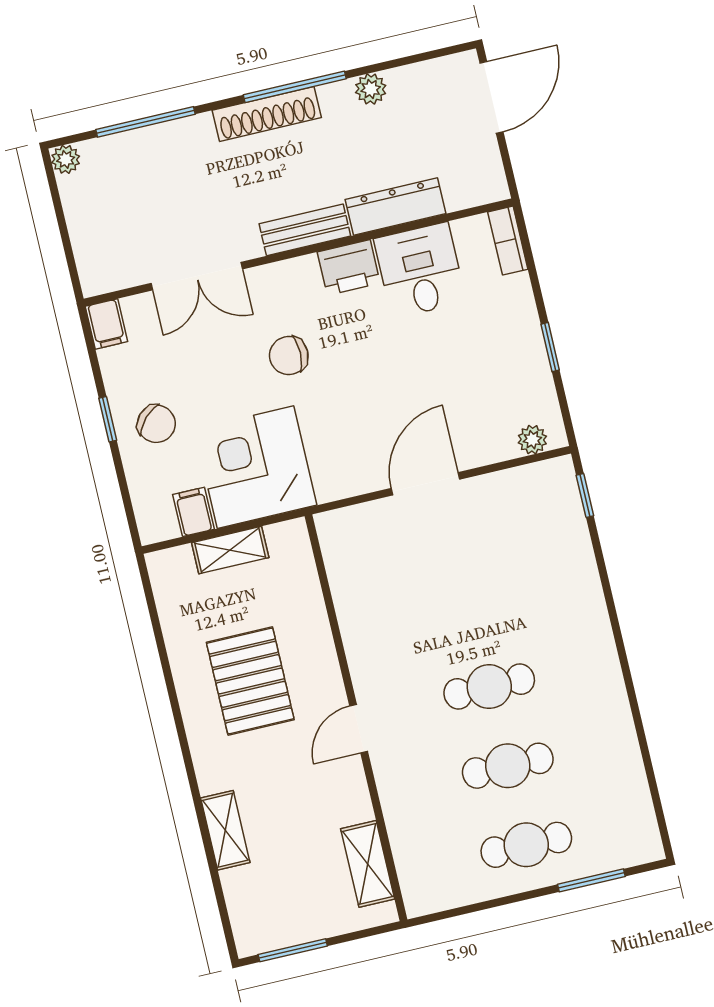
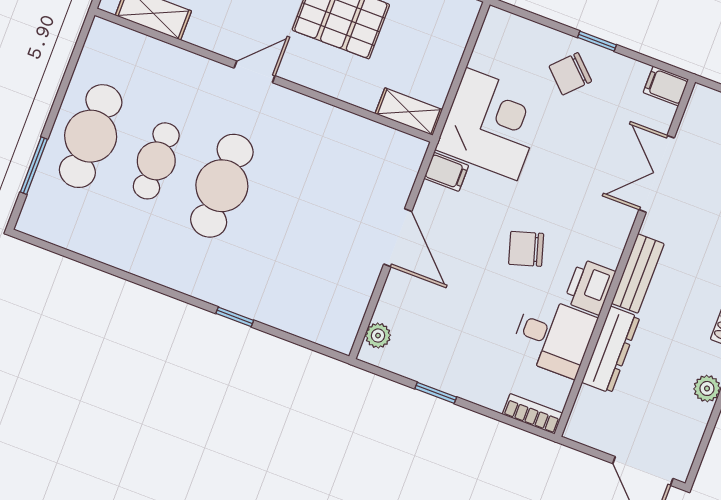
chair: (289, 356) -> (526, 249), moved, turned -107
window: (585, 496) -> (235, 317), moved
filing cabinet: (194, 512) -> (446, 172), moved
shelving: (230, 550) -> (409, 112), moved, turned 90
cafe table: (489, 687) -> (222, 186), width x1.37, depth x1.35
door: (359, 729) -> (255, 72), hinge flipped
cafe table: (526, 845) -> (91, 136), width x1.37, depth x1.35

